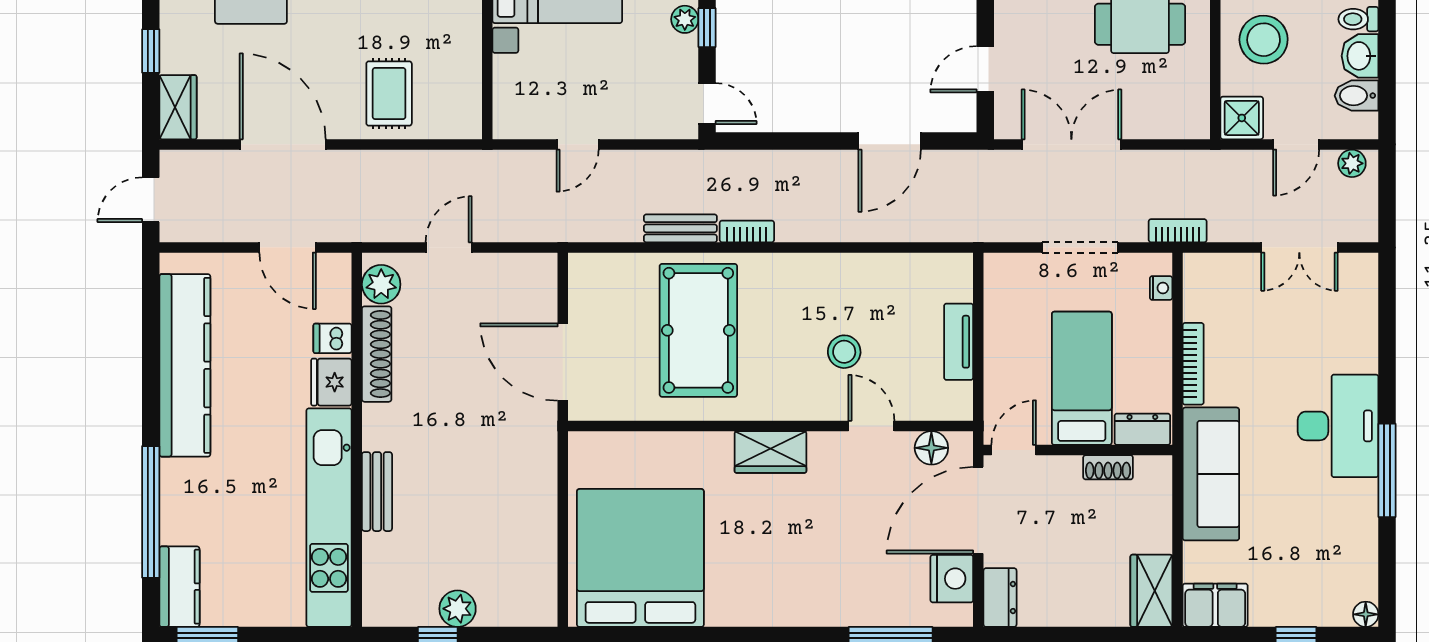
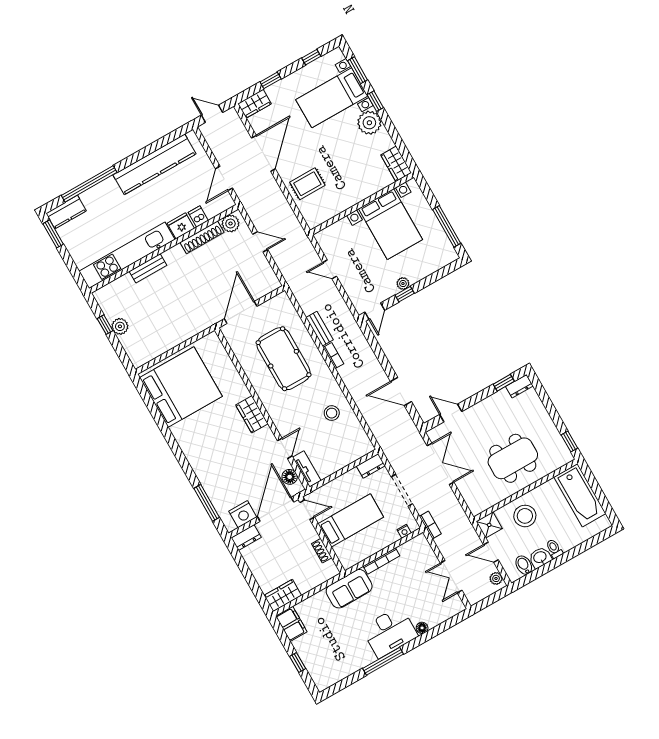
pool table: (698, 330) -> (284, 359), turned 90
tv unit: (959, 342) -> (307, 469), moved, turned 90
stool: (844, 352) -> (332, 413), moved
dresser: (1142, 429) -> (371, 466), moved, turned 90
sofa: (1211, 474) -> (349, 589), width x0.73
door: (978, 510) -> (276, 509), hinge flipped
floor lamp: (1366, 614) -> (422, 628), moved

